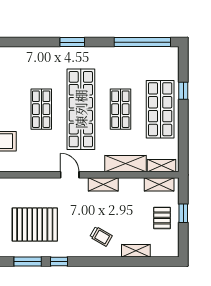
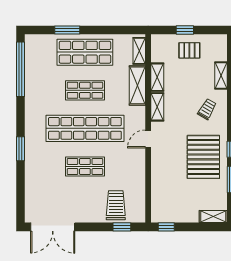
window: (72, 42) -> (20, 149), moved
window: (183, 91) -> (67, 30), width x1.50
shelving: (159, 184) -> (157, 77), moved
pallet: (35, 225) -> (203, 157), moved

